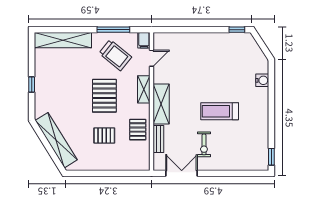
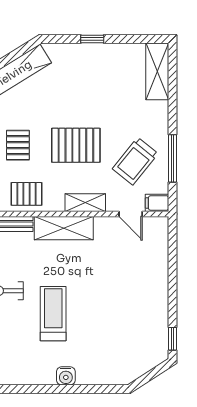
shelving: (63, 40) -> (157, 71), width x0.68
water cooler: (262, 80) -> (66, 376), moved

